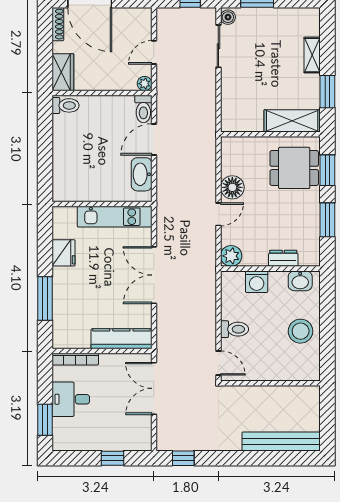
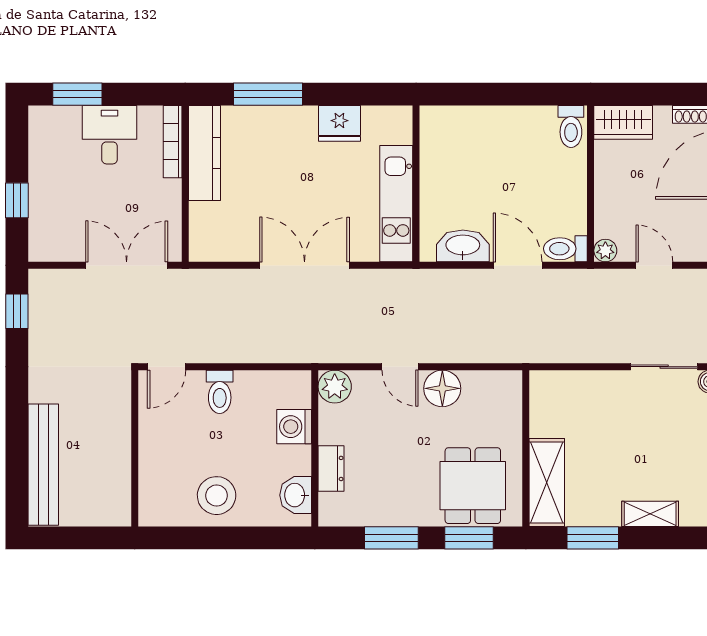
kitchen counter: (121, 339) -> (205, 153), moved

